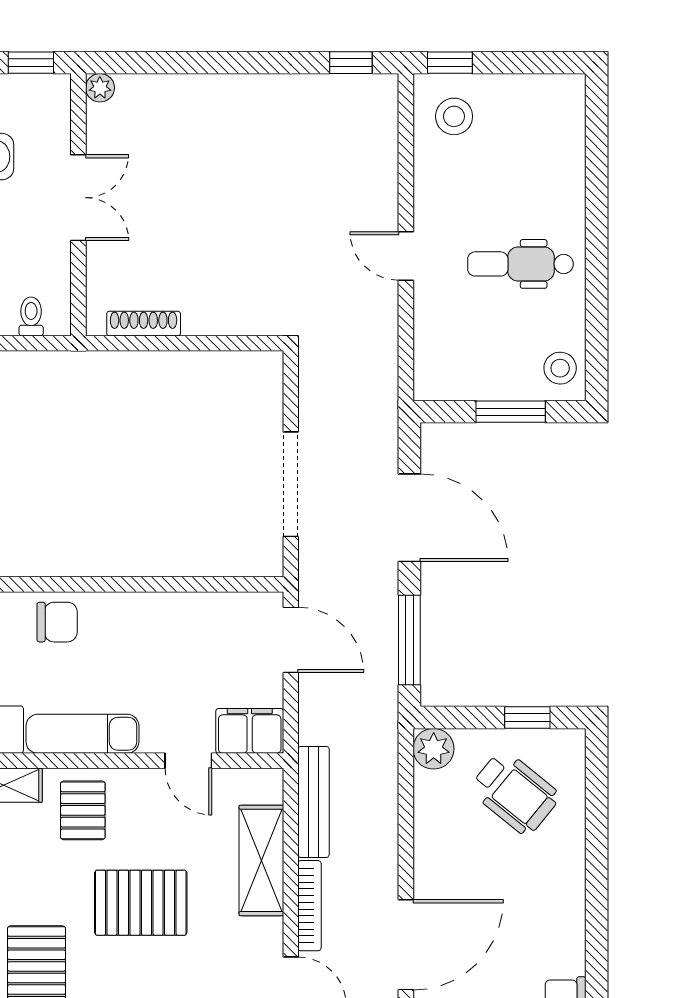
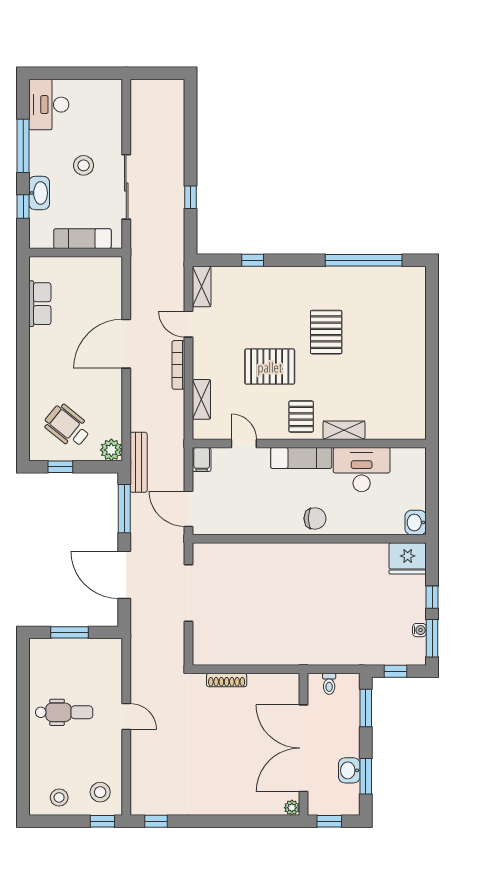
double door: (78, 198) -> (303, 748), width x1.87
shoe rack: (144, 324) -> (227, 680), moved
stool: (560, 368) -> (59, 797), moved
chair: (57, 622) -> (315, 518), turned 180
filing cabinet: (250, 731) -> (202, 460), width x0.50
bench: (313, 802) -> (139, 462), moved
shelving: (261, 860) -> (201, 399), width x0.67, depth x0.75

